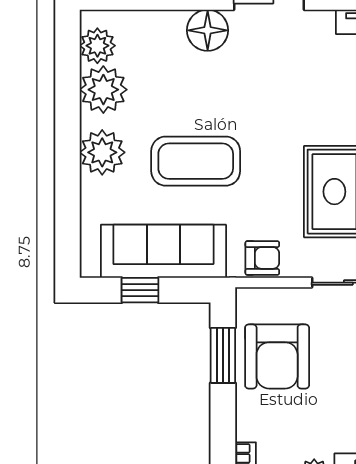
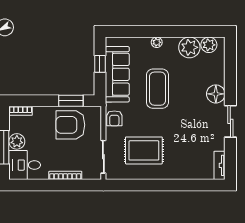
plant: (102, 152) -> (157, 42), width x0.53, depth x0.53

